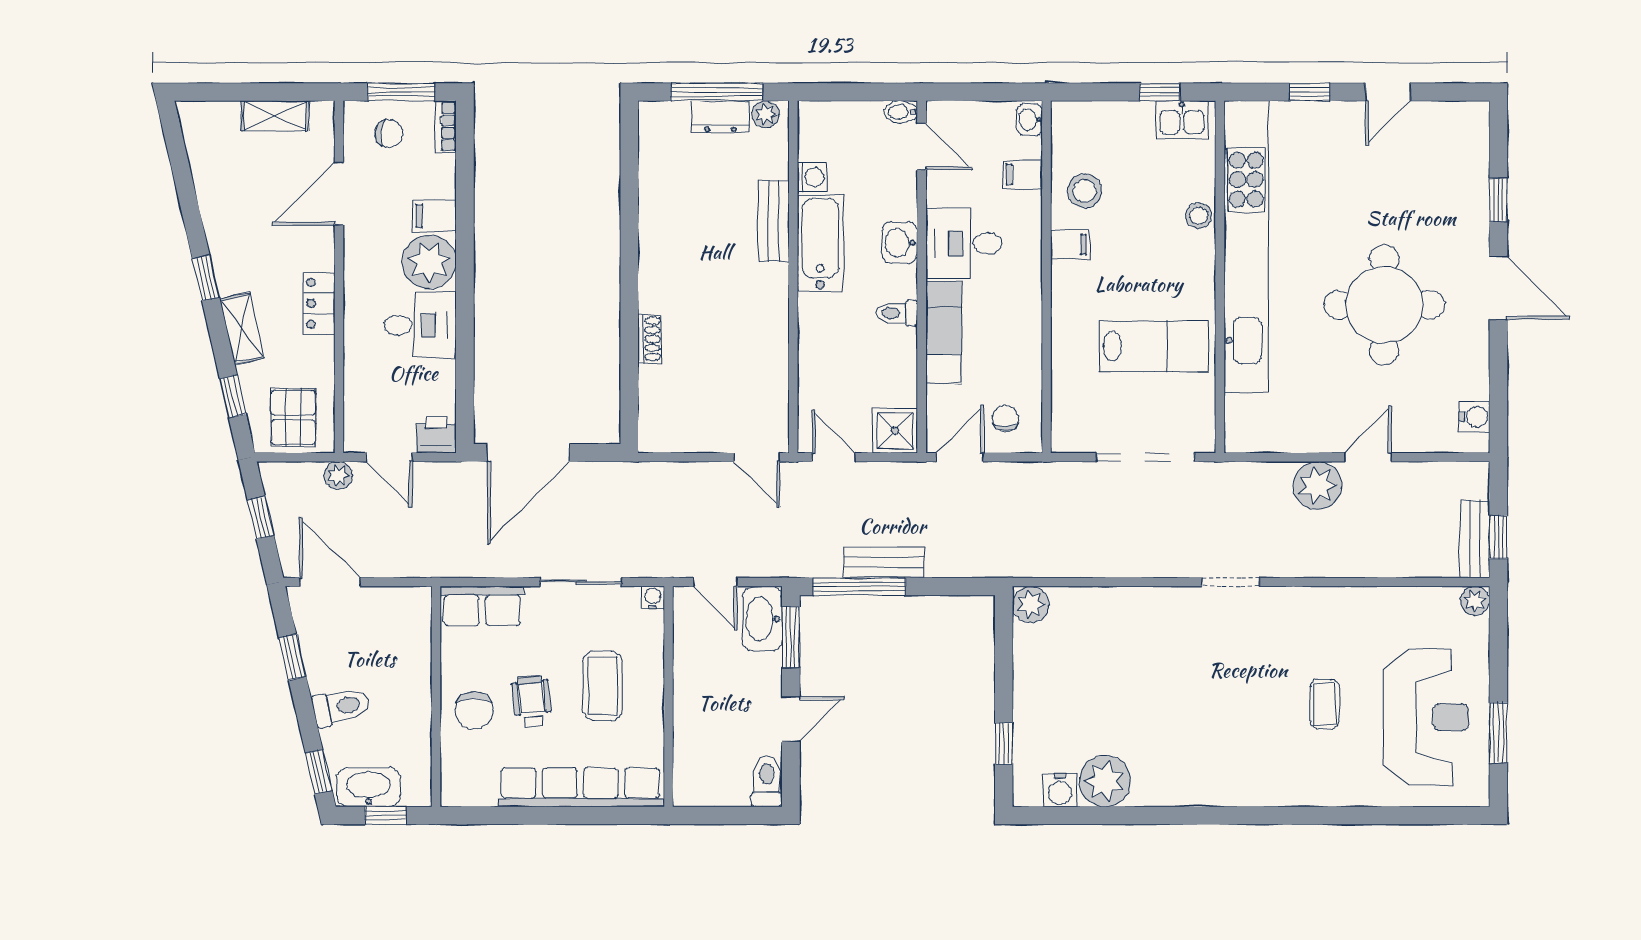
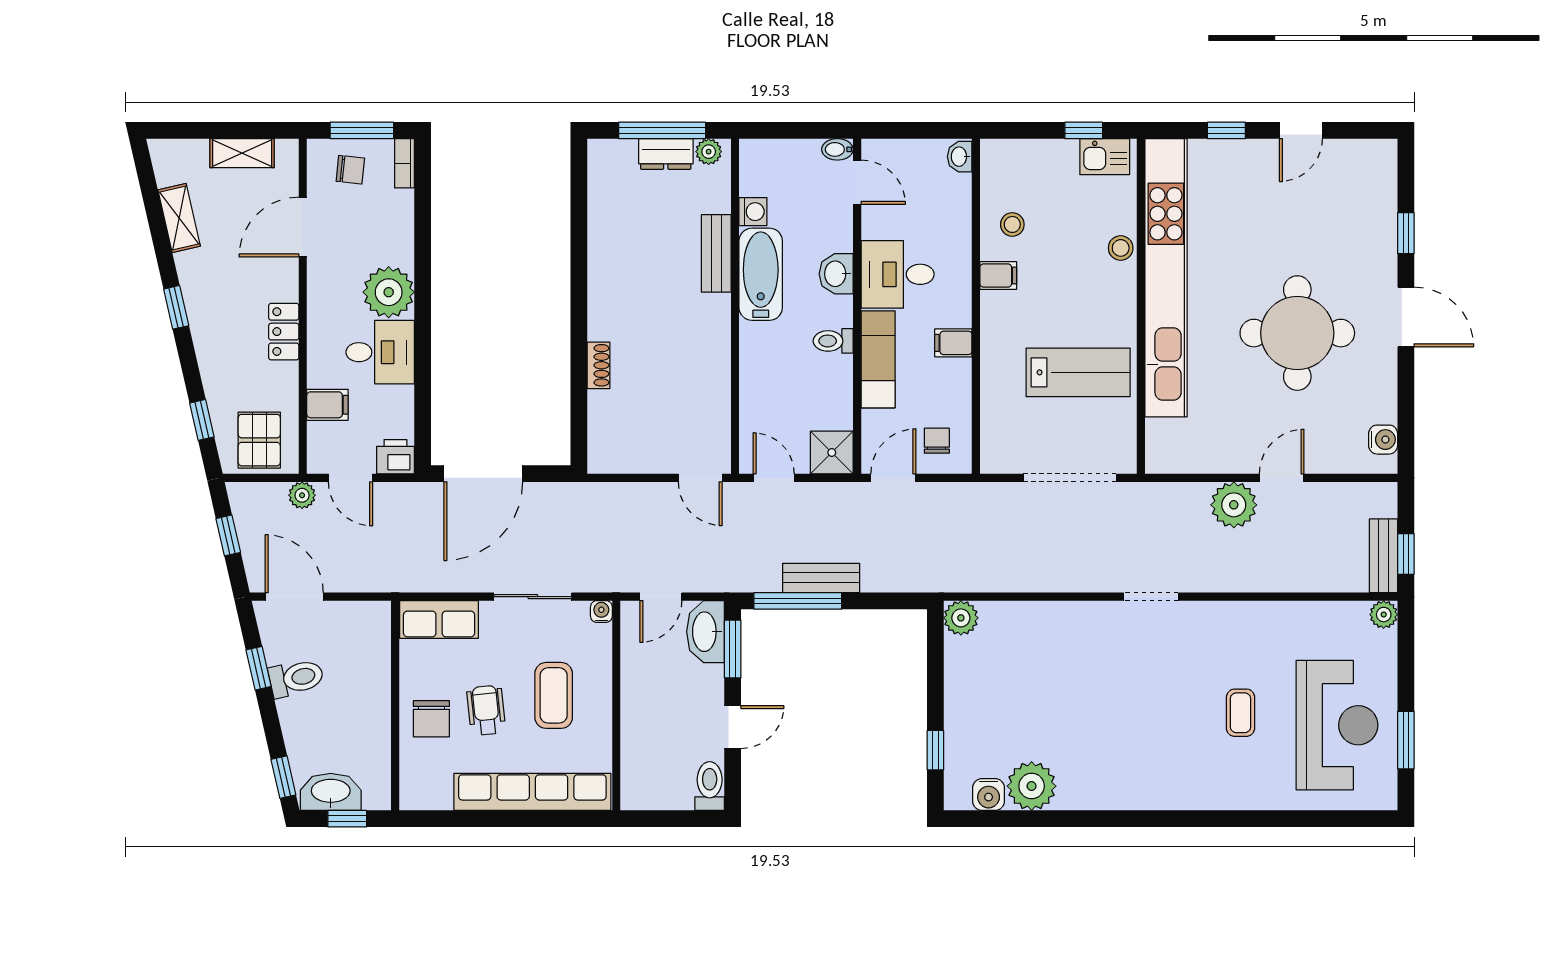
filing cabinet: (1023, 174) -> (953, 343), moved
stool: (1085, 191) -> (1012, 224), width x0.73, depth x0.73
filing cabinet: (434, 216) -> (327, 405), moved, turned 180
shelving: (242, 329) -> (179, 218), moved
door: (715, 582) -> (661, 597), hinge flipped
toilet: (341, 707) -> (296, 678), moved

